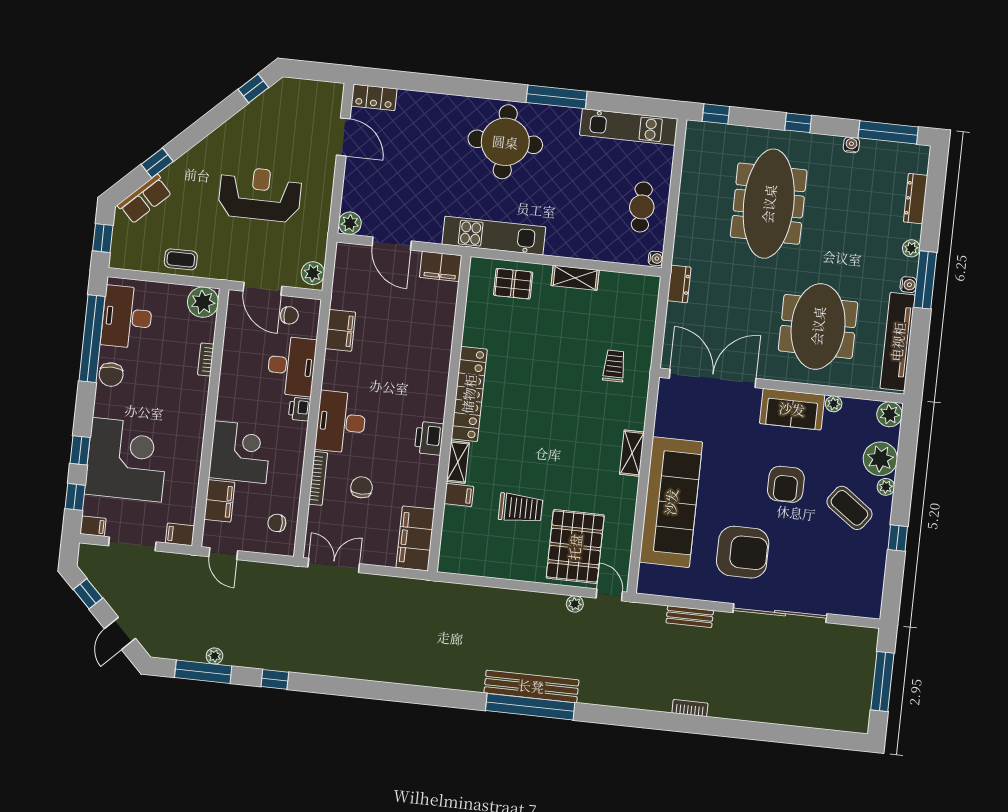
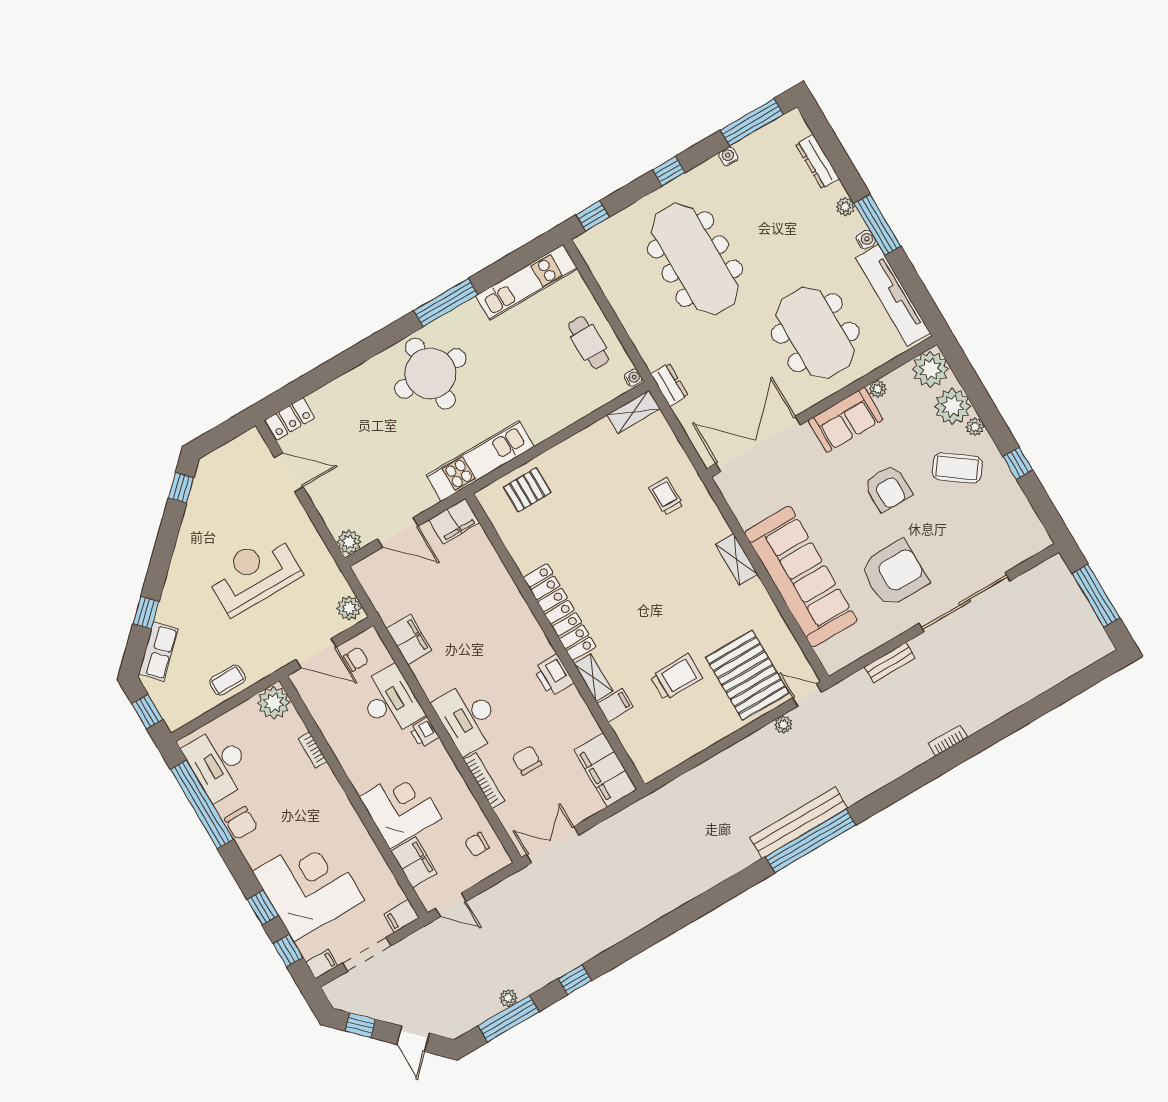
shelving: (575, 278) -> (634, 412), moved
plant: (890, 414) -> (930, 369), width x1.36, depth x1.36

